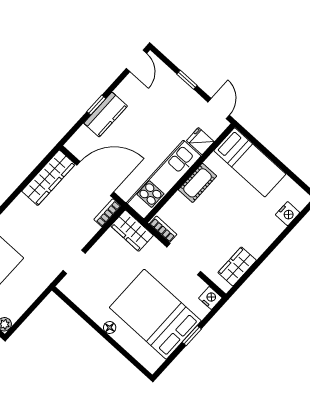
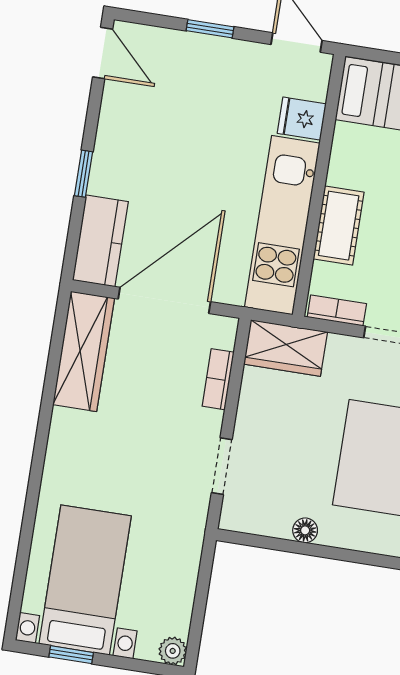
kitchen counter: (106, 115) -> (100, 241), moved
cot: (198, 183) -> (339, 226), moved
bookcase: (107, 213) -> (218, 379), moved
floor lamp: (110, 328) -> (305, 530), moved

